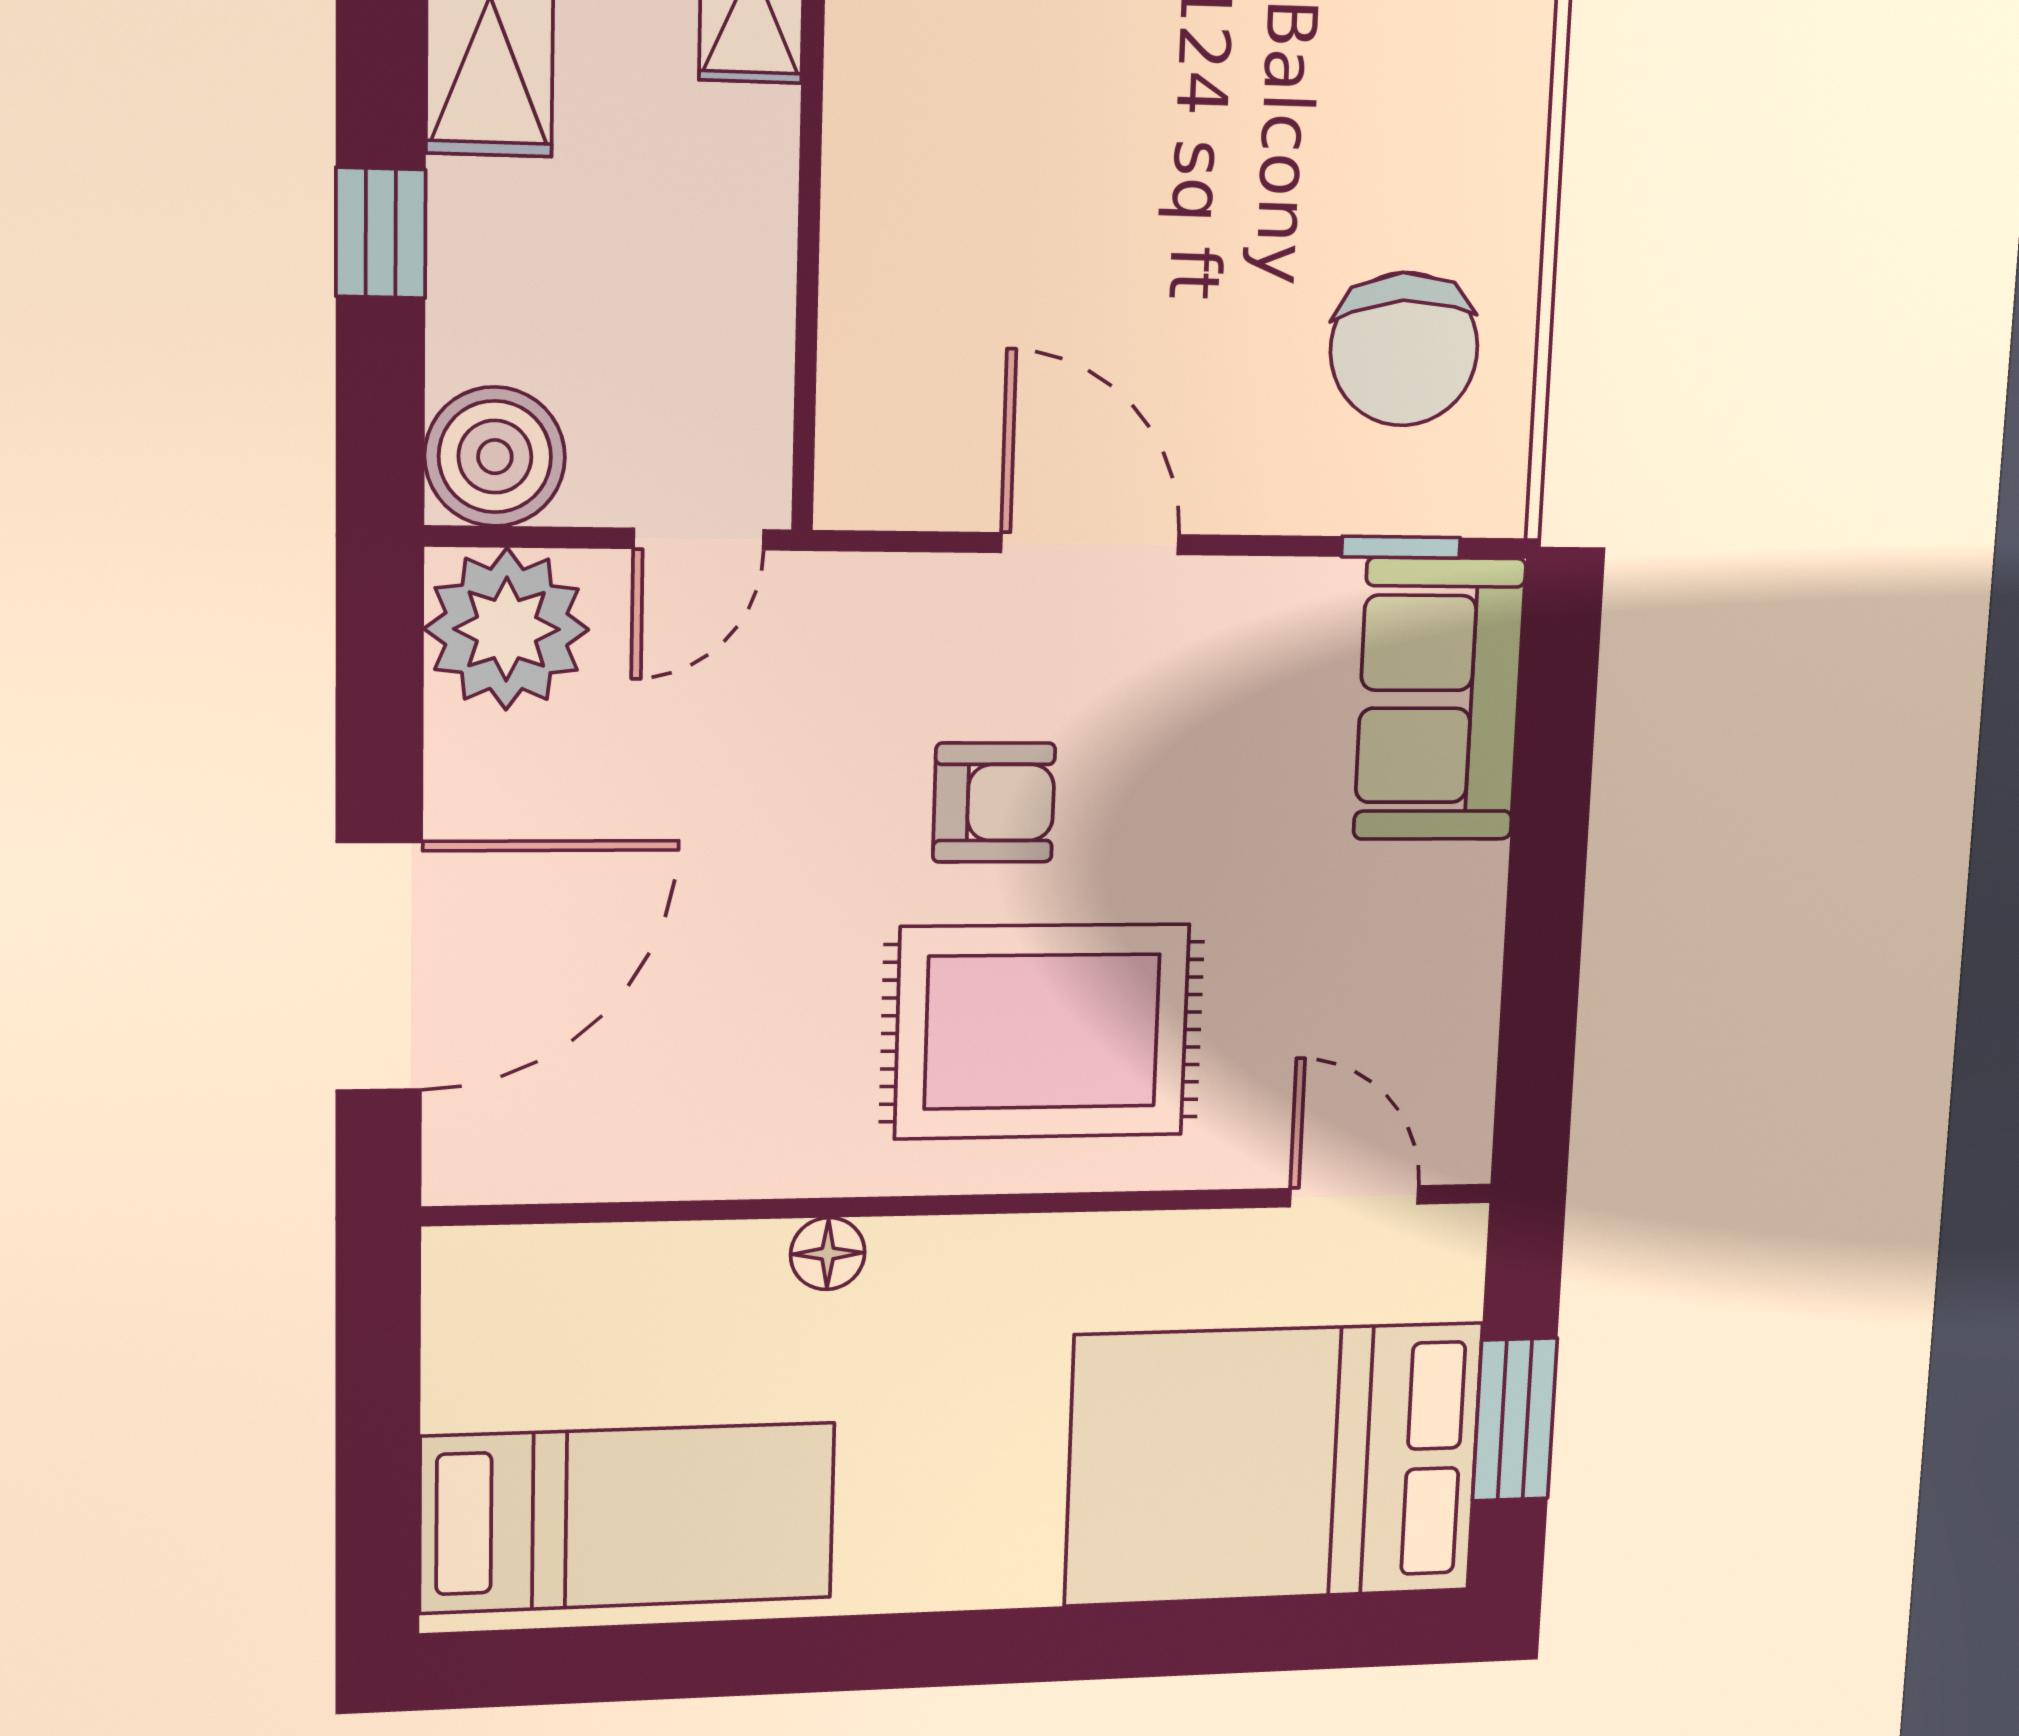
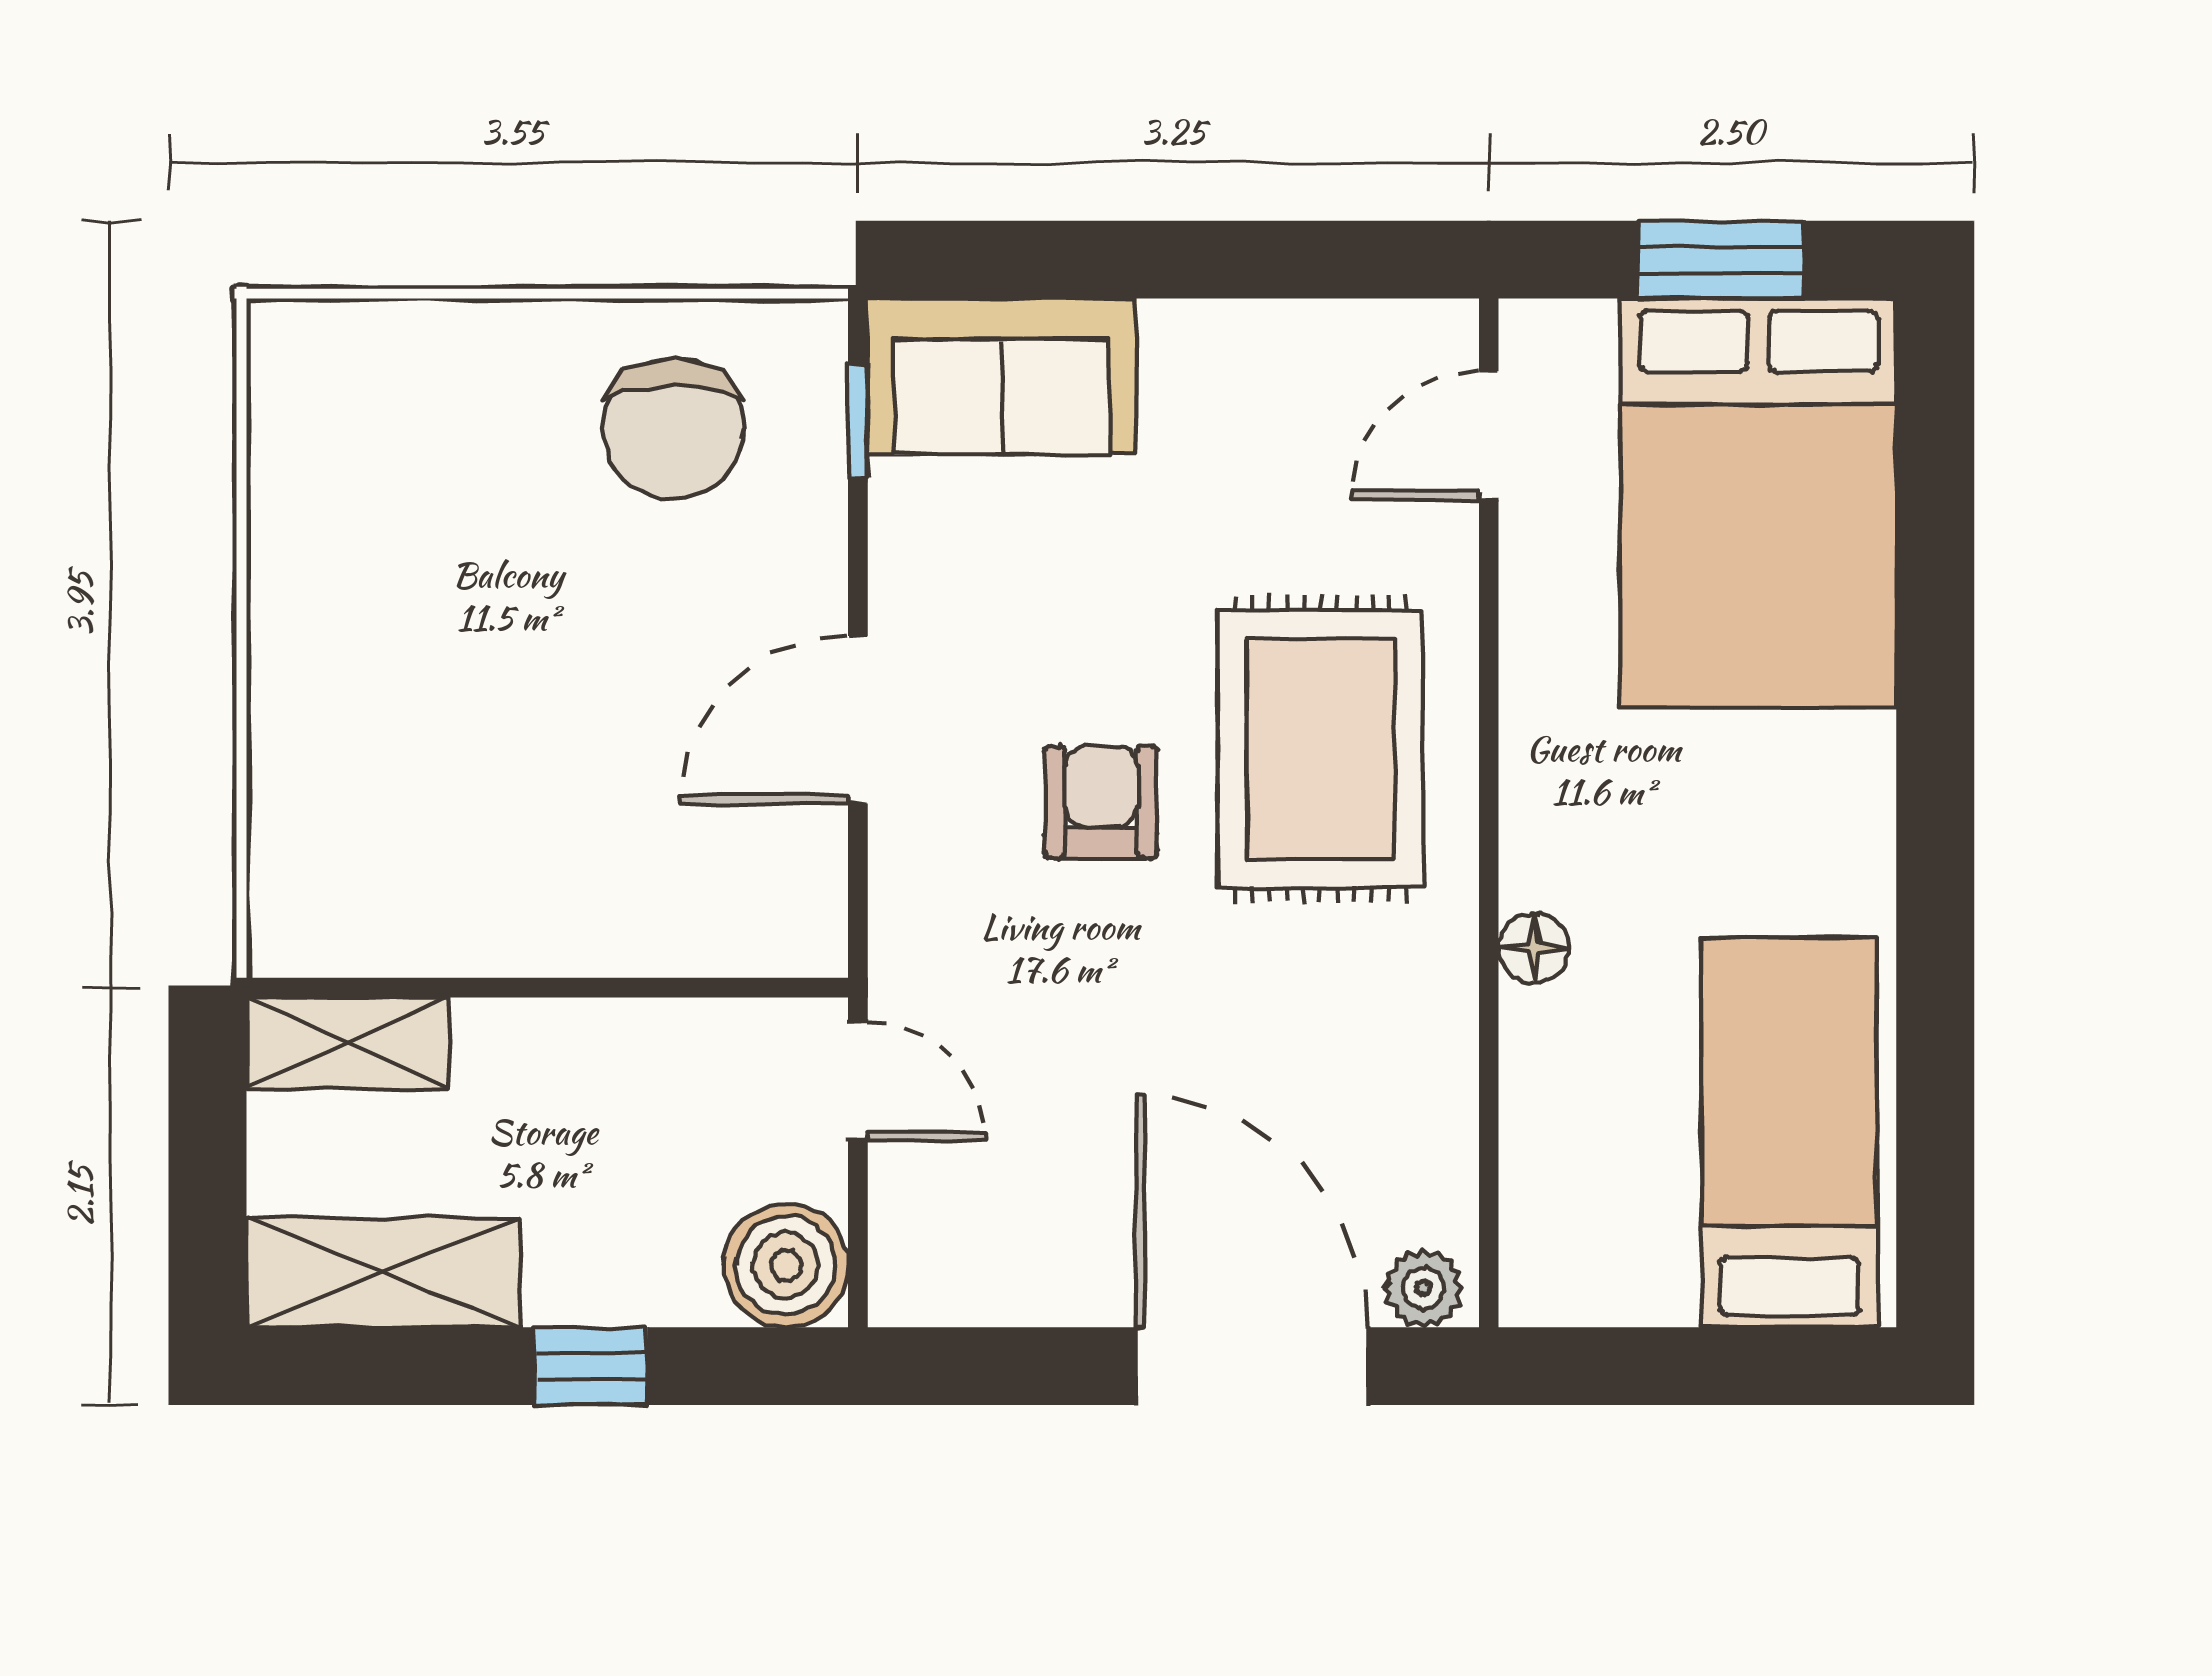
chair: (1404, 349) -> (673, 428), turned 94
plant: (506, 629) -> (1424, 1288), moved, width x0.53, depth x0.53

